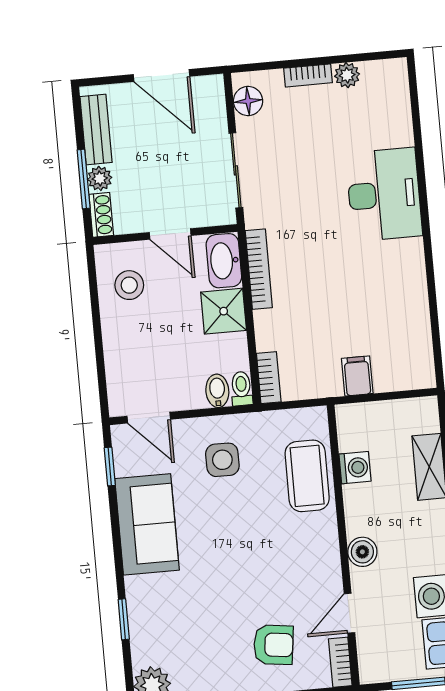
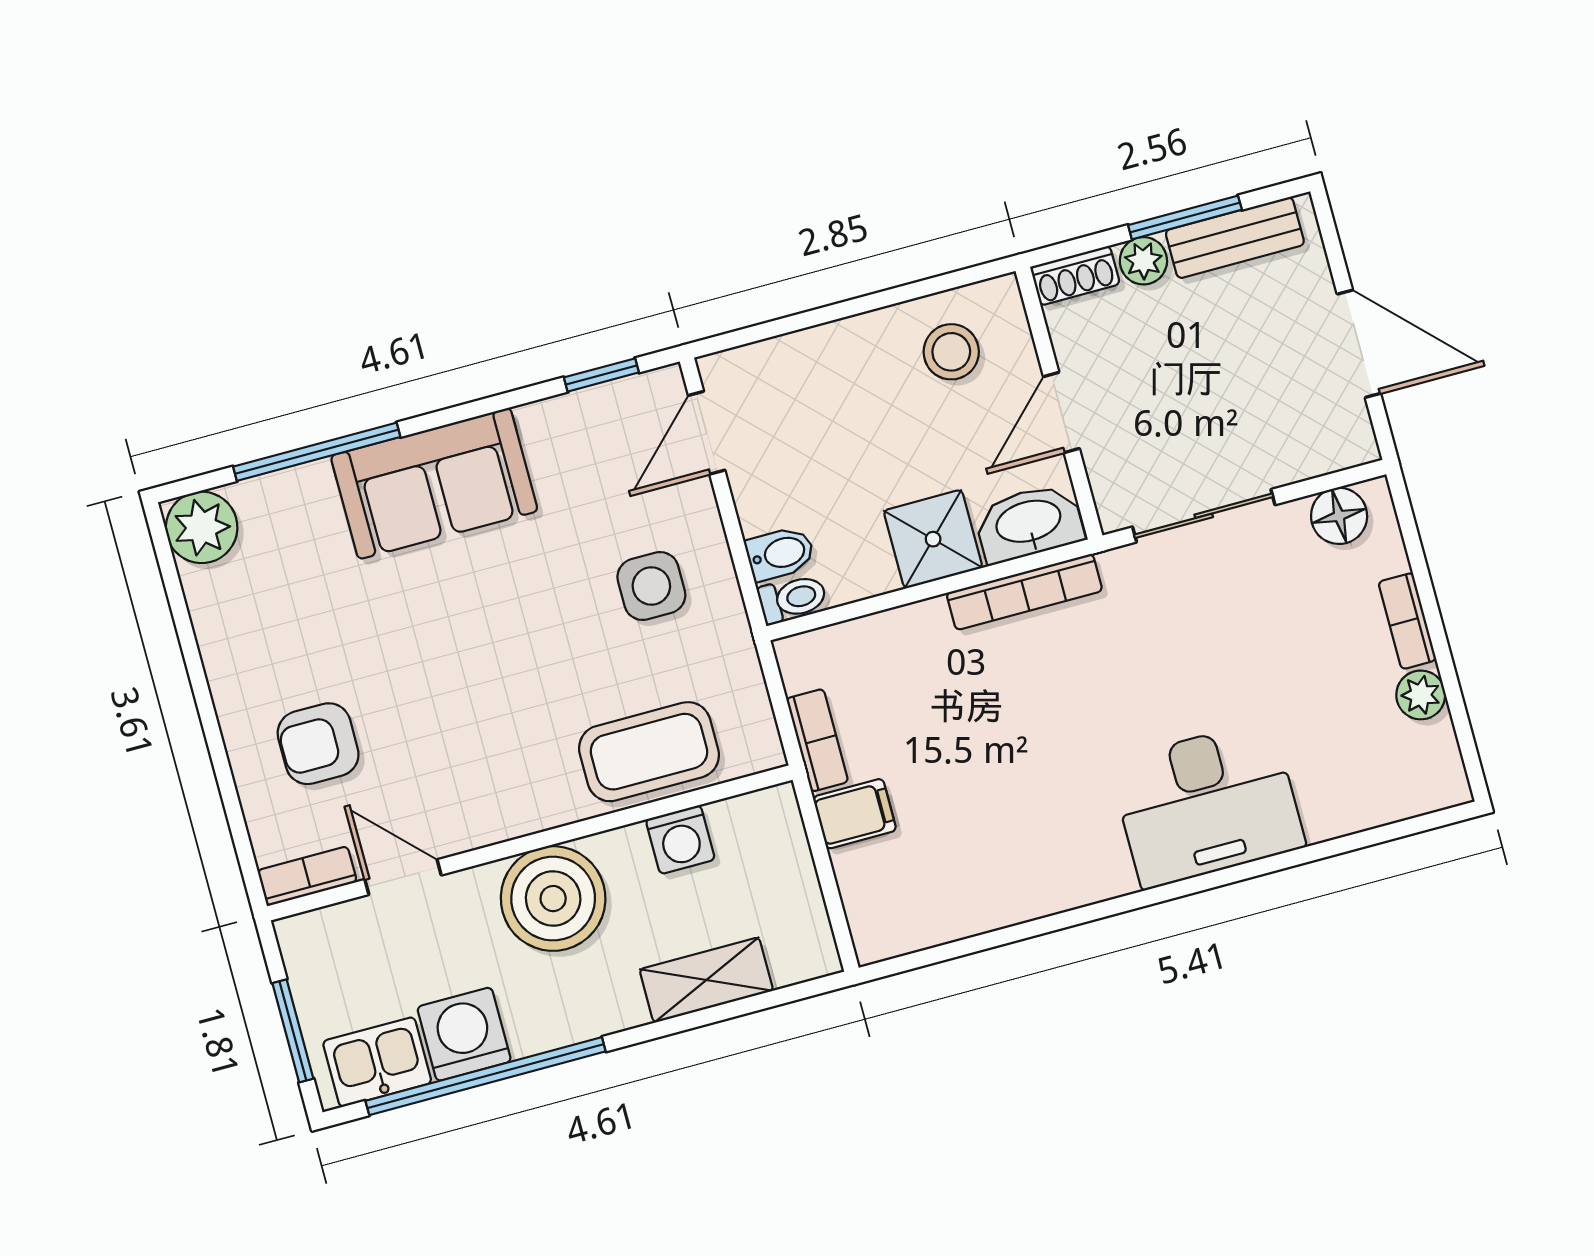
door: (161, 75) -> (1359, 344), swing flipped
window: (84, 179) -> (1185, 217), moved
bookcase: (269, 378) -> (817, 740), moved, turned -90
sofa: (147, 524) -> (434, 483), moved
boiler: (362, 552) -> (553, 899), width x1.86, depth x1.86
window: (124, 619) -> (317, 452), width x2.17
armchair: (273, 645) -> (318, 744), turned 83

